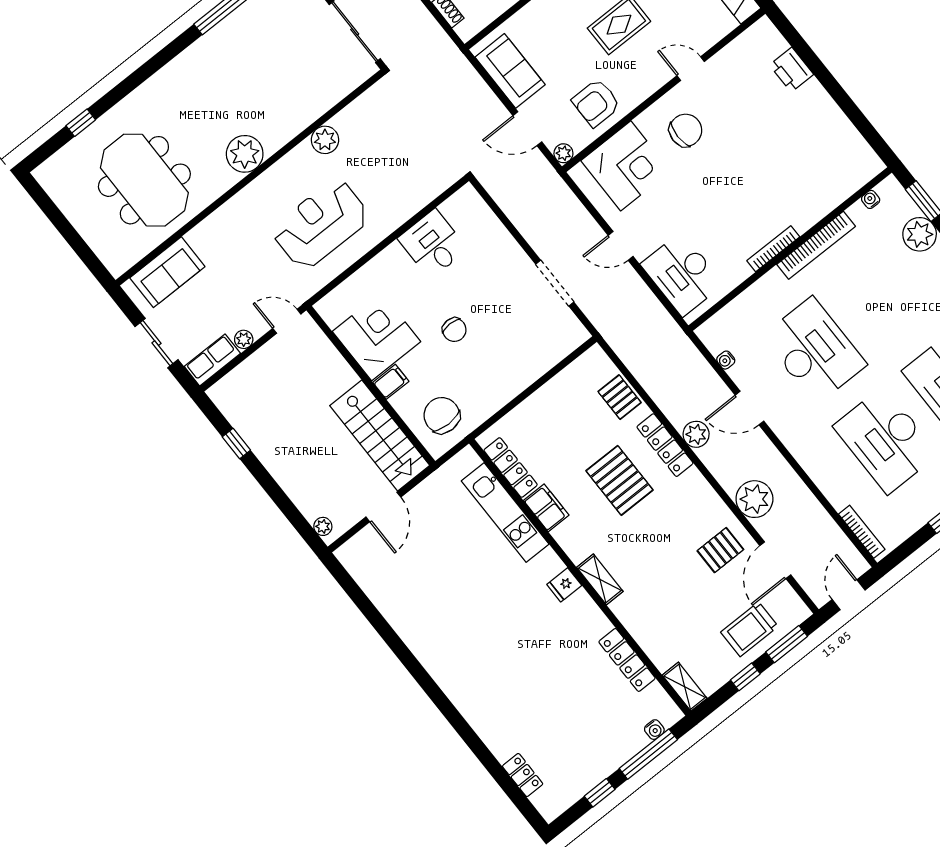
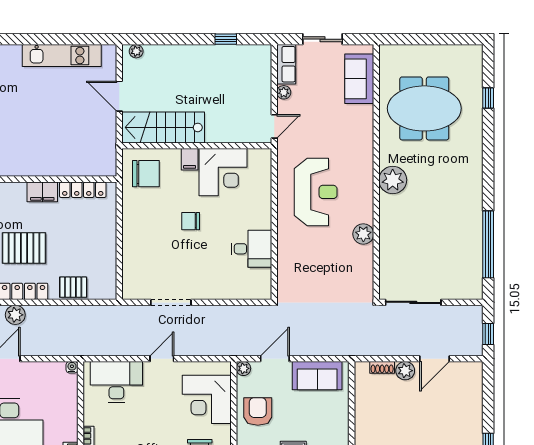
water cooler: (726, 360) -> (72, 367), moved
kitchen unit: (505, 512) -> (62, 56), moved, turned 180

